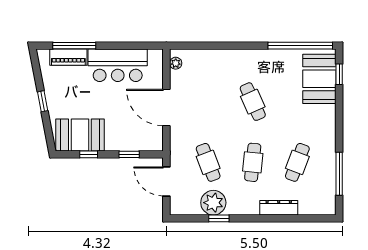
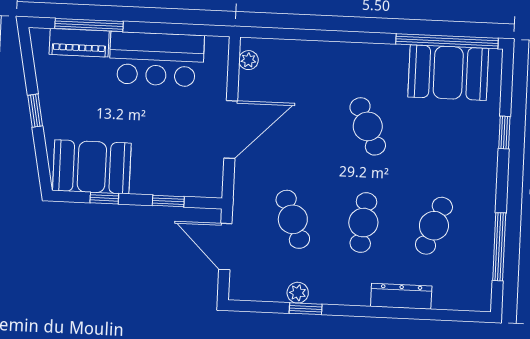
window: (339, 74) -> (504, 132), moved
booth: (319, 79) -> (448, 73), moved, turned 90
door: (166, 107) -> (231, 129), swing flipped
plant: (213, 203) -> (298, 293), width x0.53, depth x0.53

